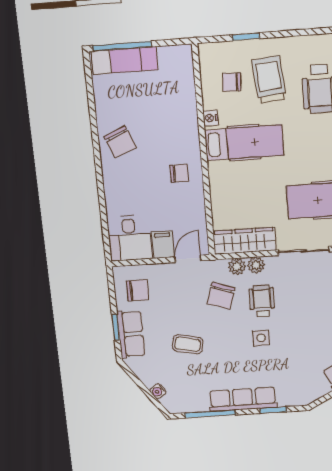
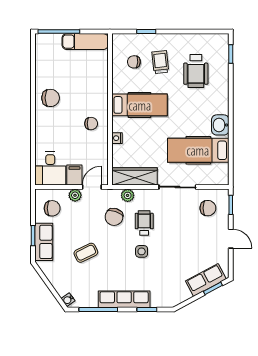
exam couch: (125, 61) -> (85, 42), moved
trolley: (269, 80) -> (160, 62), width x0.73, depth x0.72
nightstand: (211, 118) -> (117, 138), moved
chair: (120, 142) -> (51, 98), turned -67
plant: (256, 265) -> (75, 195), moved
coffee table: (188, 344) -> (86, 253), turned -37
water cooler: (158, 391) -> (68, 300), moved

